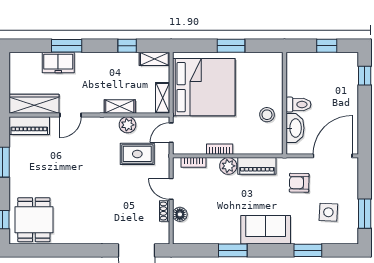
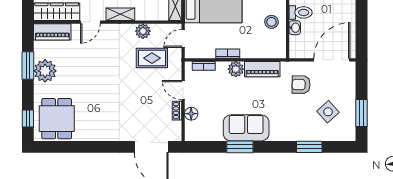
shelving: (120, 106) -> (120, 14), moved
washbasin: (295, 128) -> (295, 28), width x0.52, depth x0.69
plant: (21, 168) -> (45, 71), added
side table: (328, 212) -> (328, 112), turned 45
sofa: (266, 230) -> (246, 128), moved

